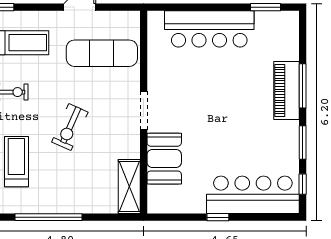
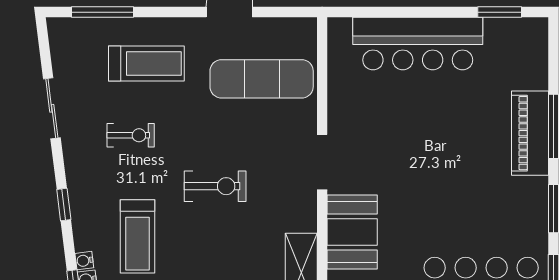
exercise bike: (70, 127) -> (215, 186), turned -114
treadmill: (16, 162) -> (137, 236), turned 180

